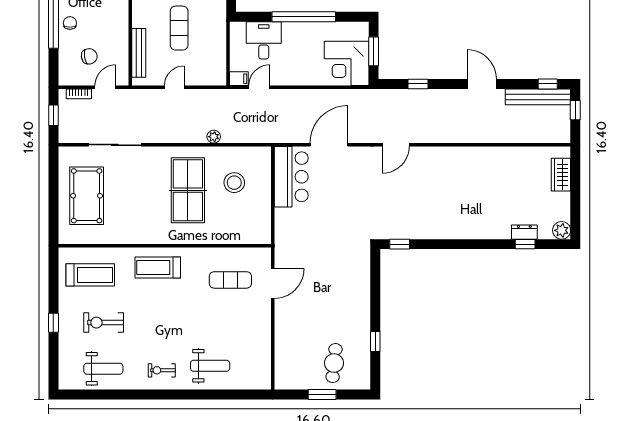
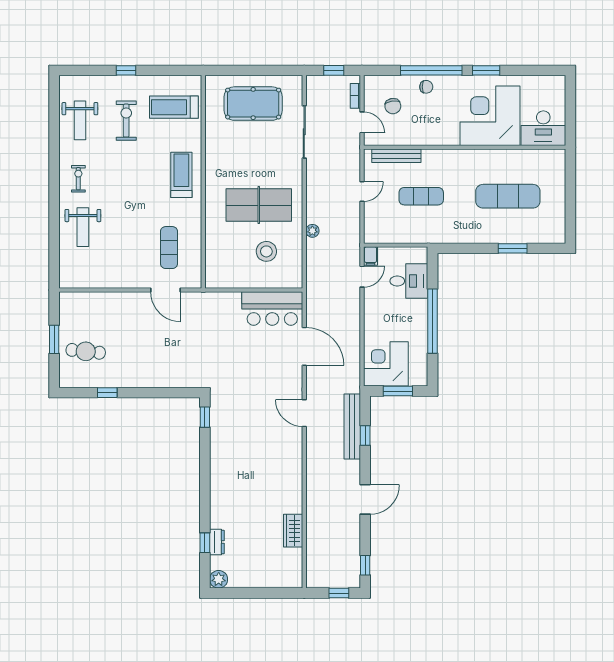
door: (174, 87) -> (362, 192), hinge flipped
door: (259, 87) -> (362, 277), hinge flipped
bench: (538, 97) -> (352, 426), moved
wardrobe: (561, 175) -> (293, 531), moved, turned -90
treadmill: (90, 275) -> (174, 107), turned 90

